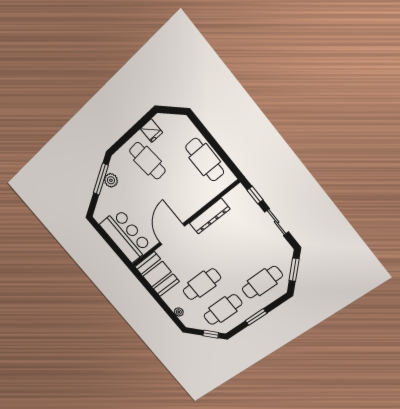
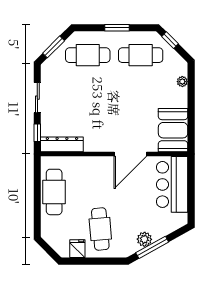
dresser: (209, 216) -> (62, 144), moved
cafe table: (202, 284) -> (141, 92), removed

